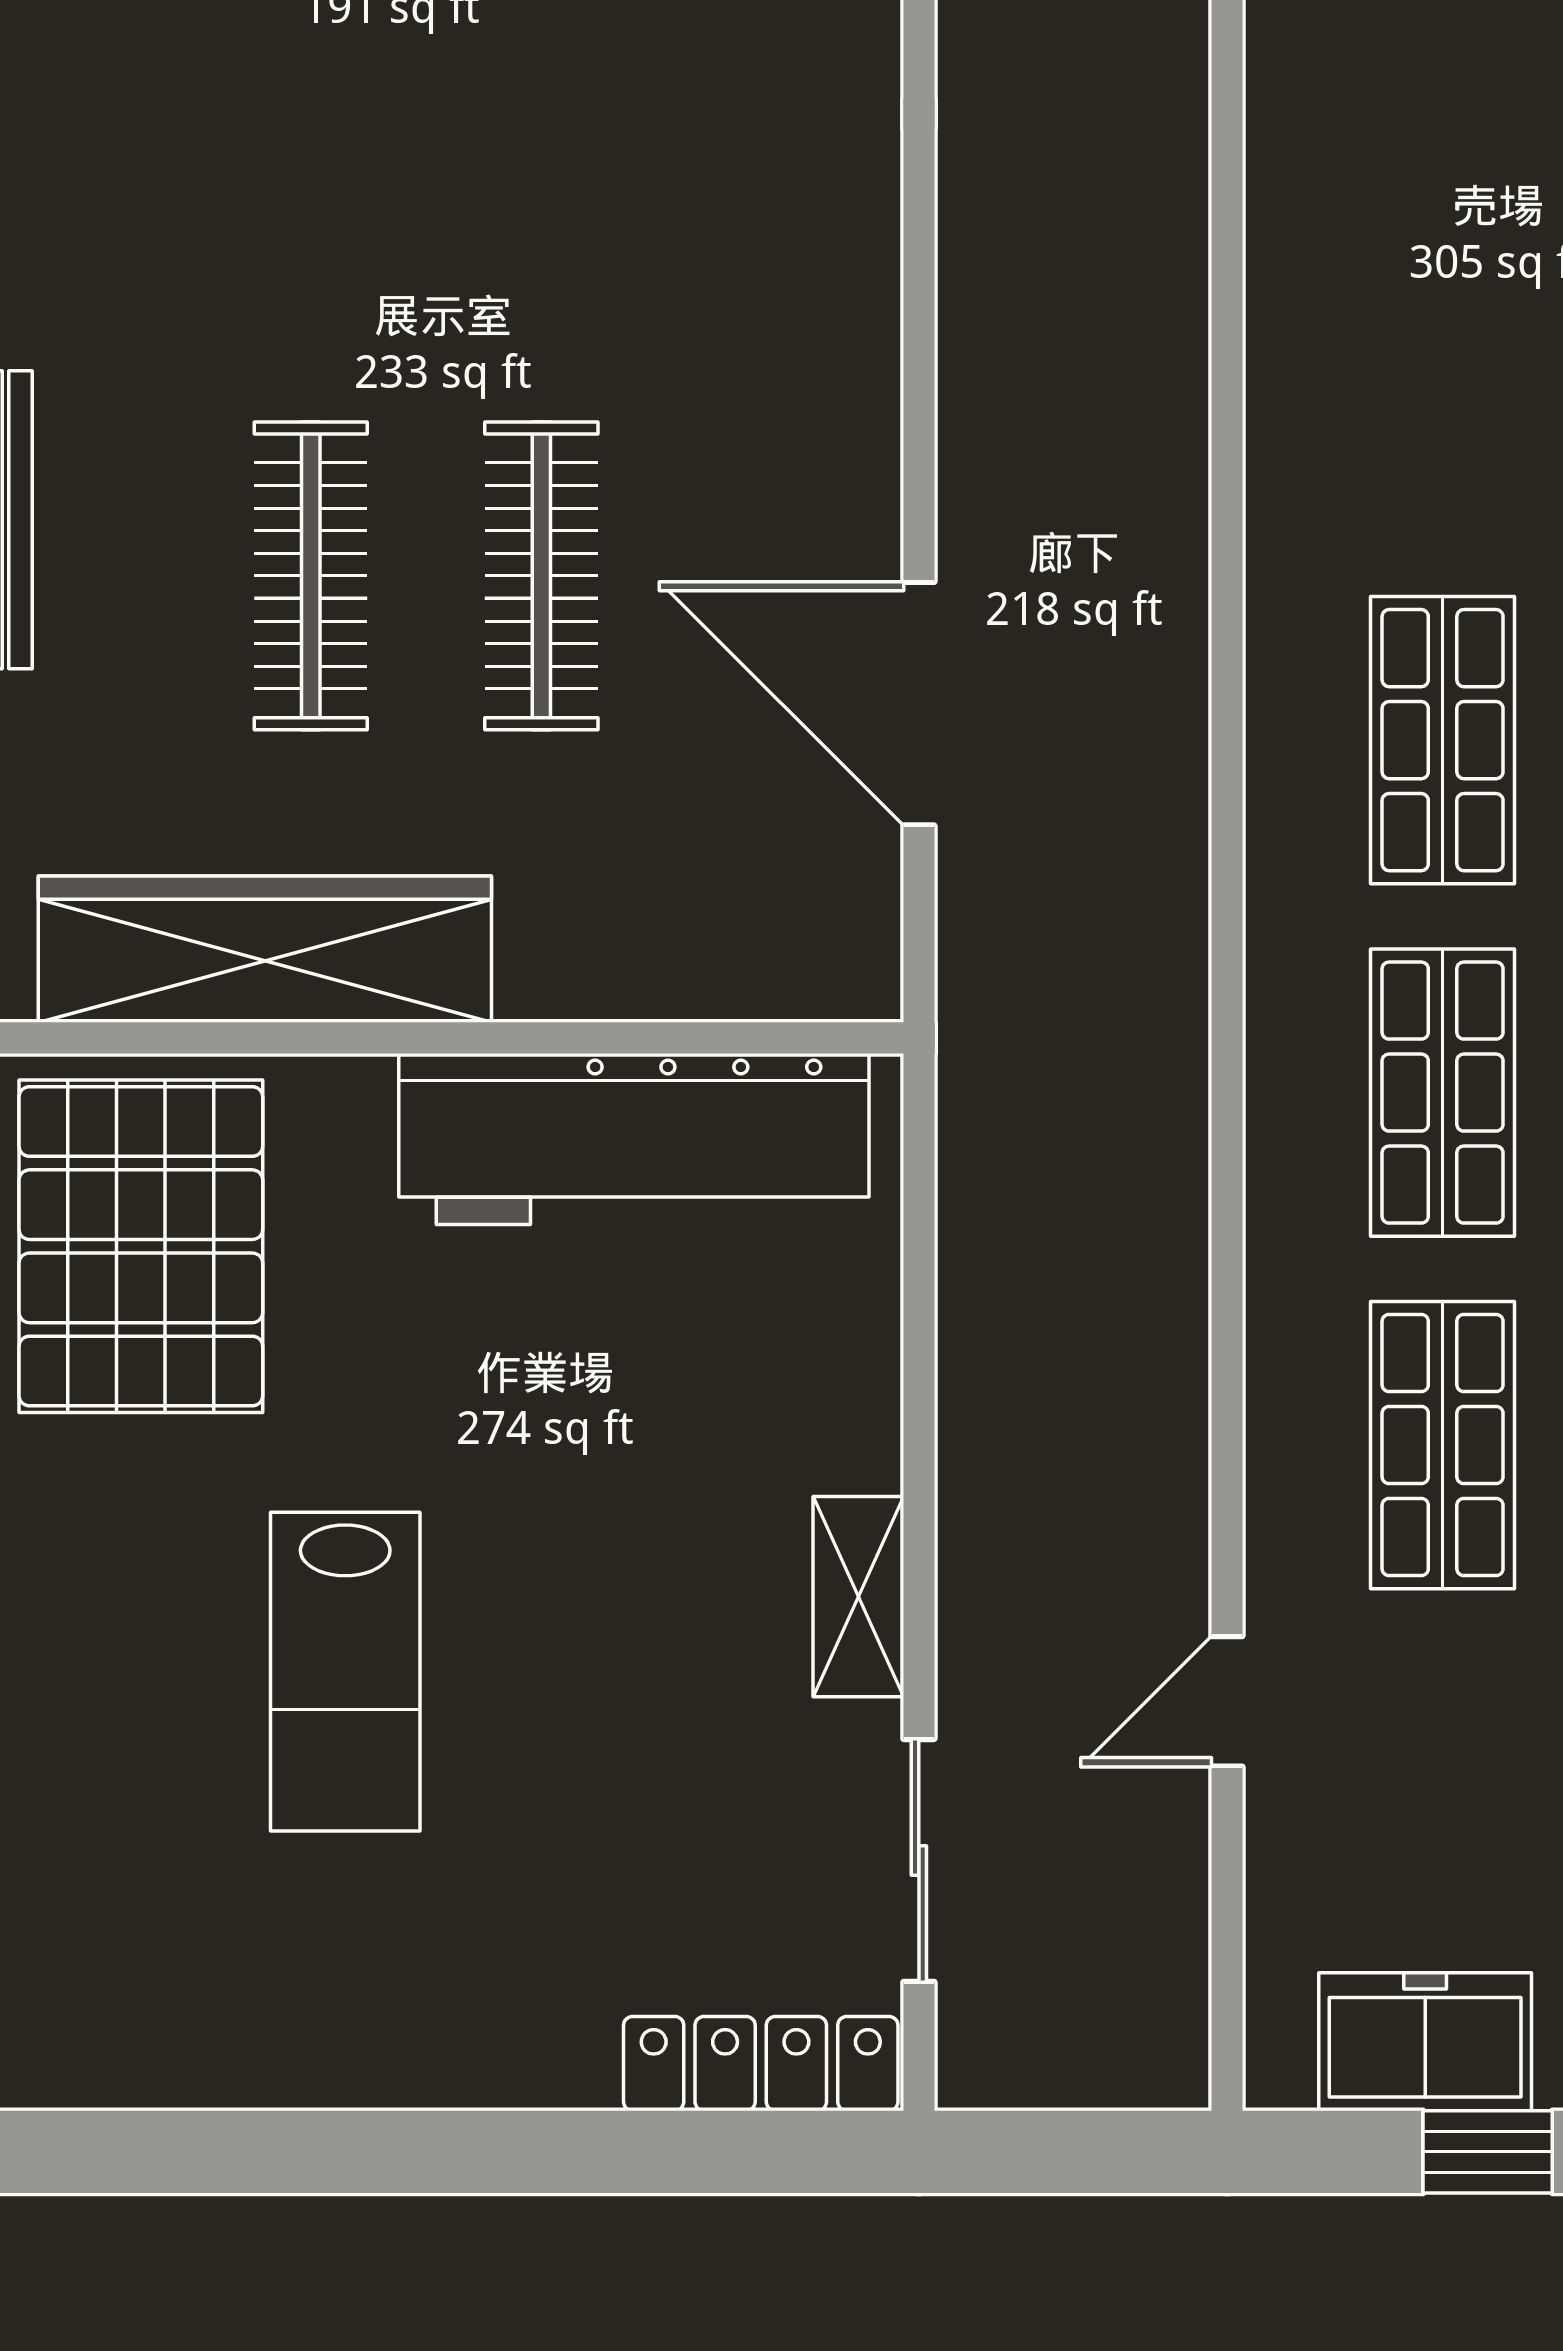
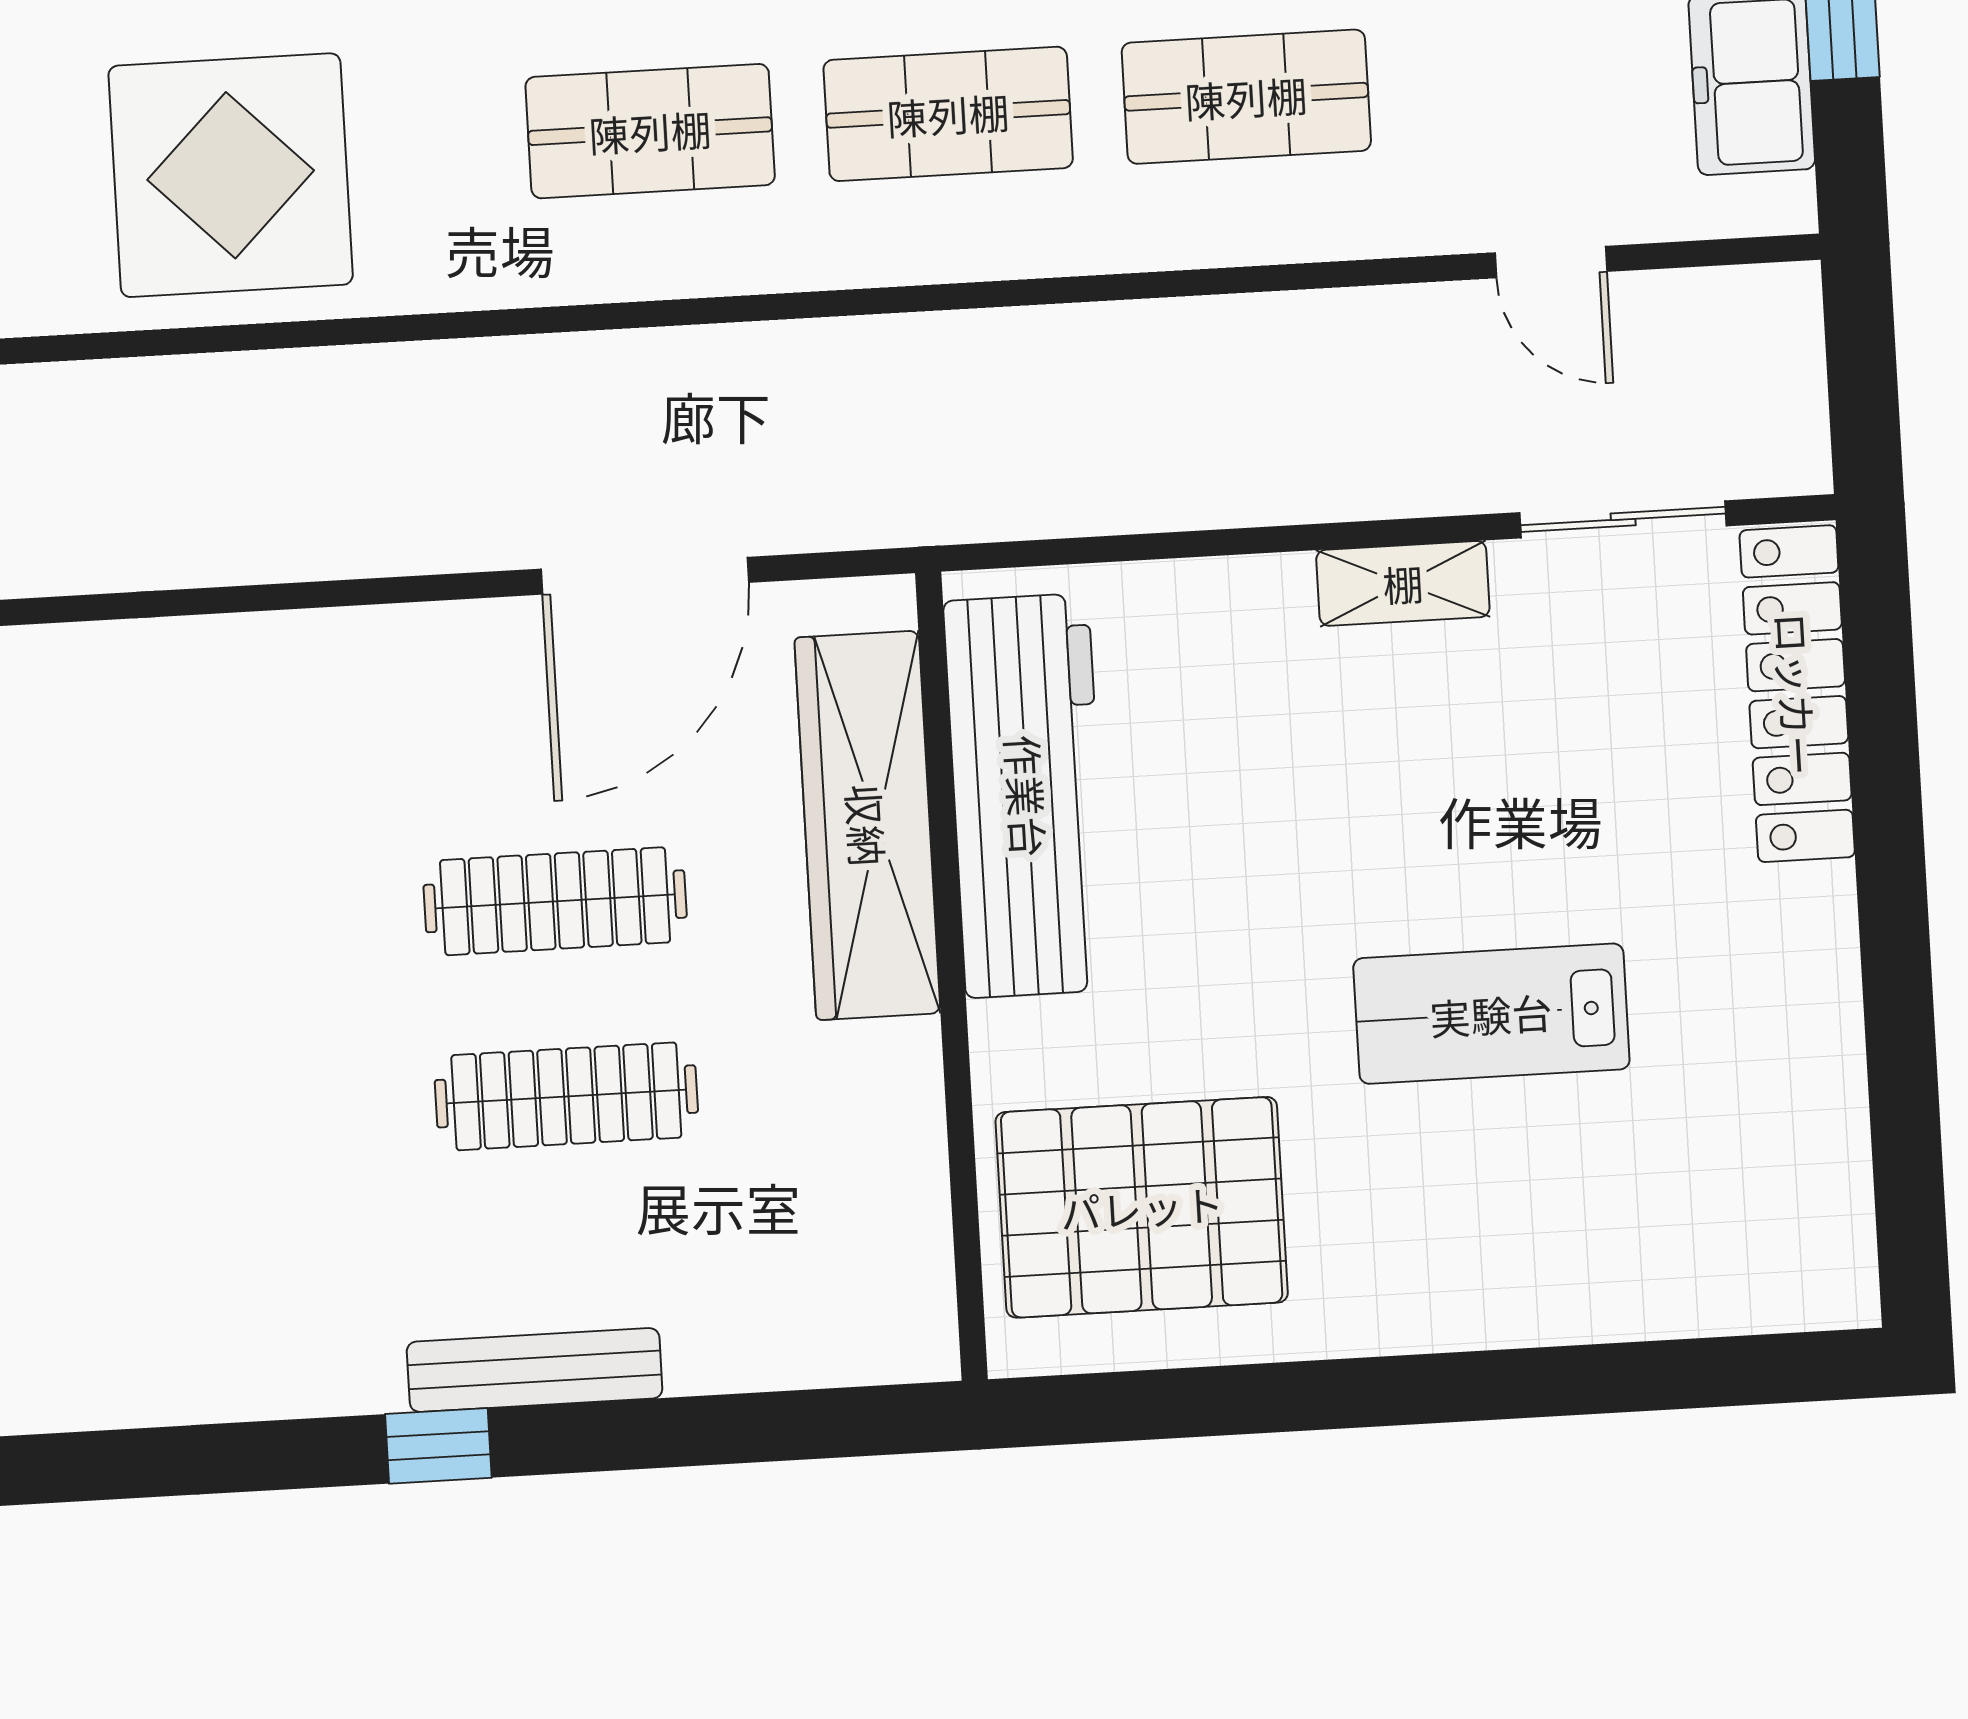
display table: (1419, 243) -> (231, 175), added
wardrobe: (265, 949) -> (867, 825), moved
lab bench: (345, 1672) -> (1491, 1014), turned 180
door: (1227, 1701) -> (1551, 262), moved
locker: (761, 2064) -> (1797, 694), width x1.41, depth x1.21

